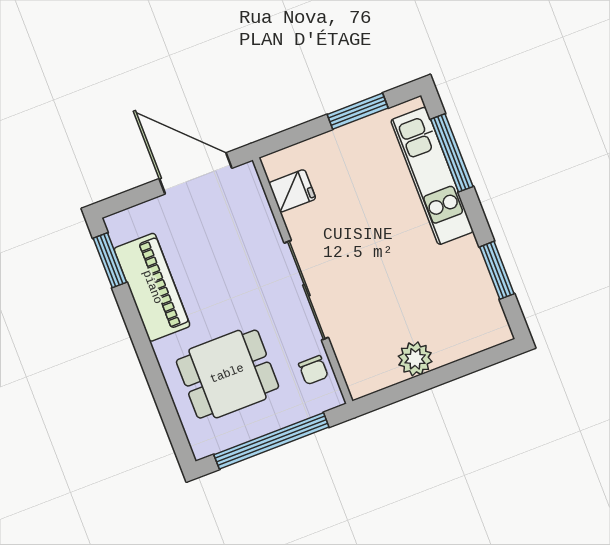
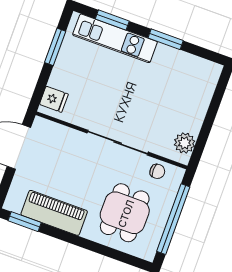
window: (452, 153) -> (112, 20), width x0.69
fridge: (292, 191) -> (54, 99), moved, turned 90
window: (497, 270) -> (166, 39), moved
plant: (415, 359) -> (185, 143), moved

